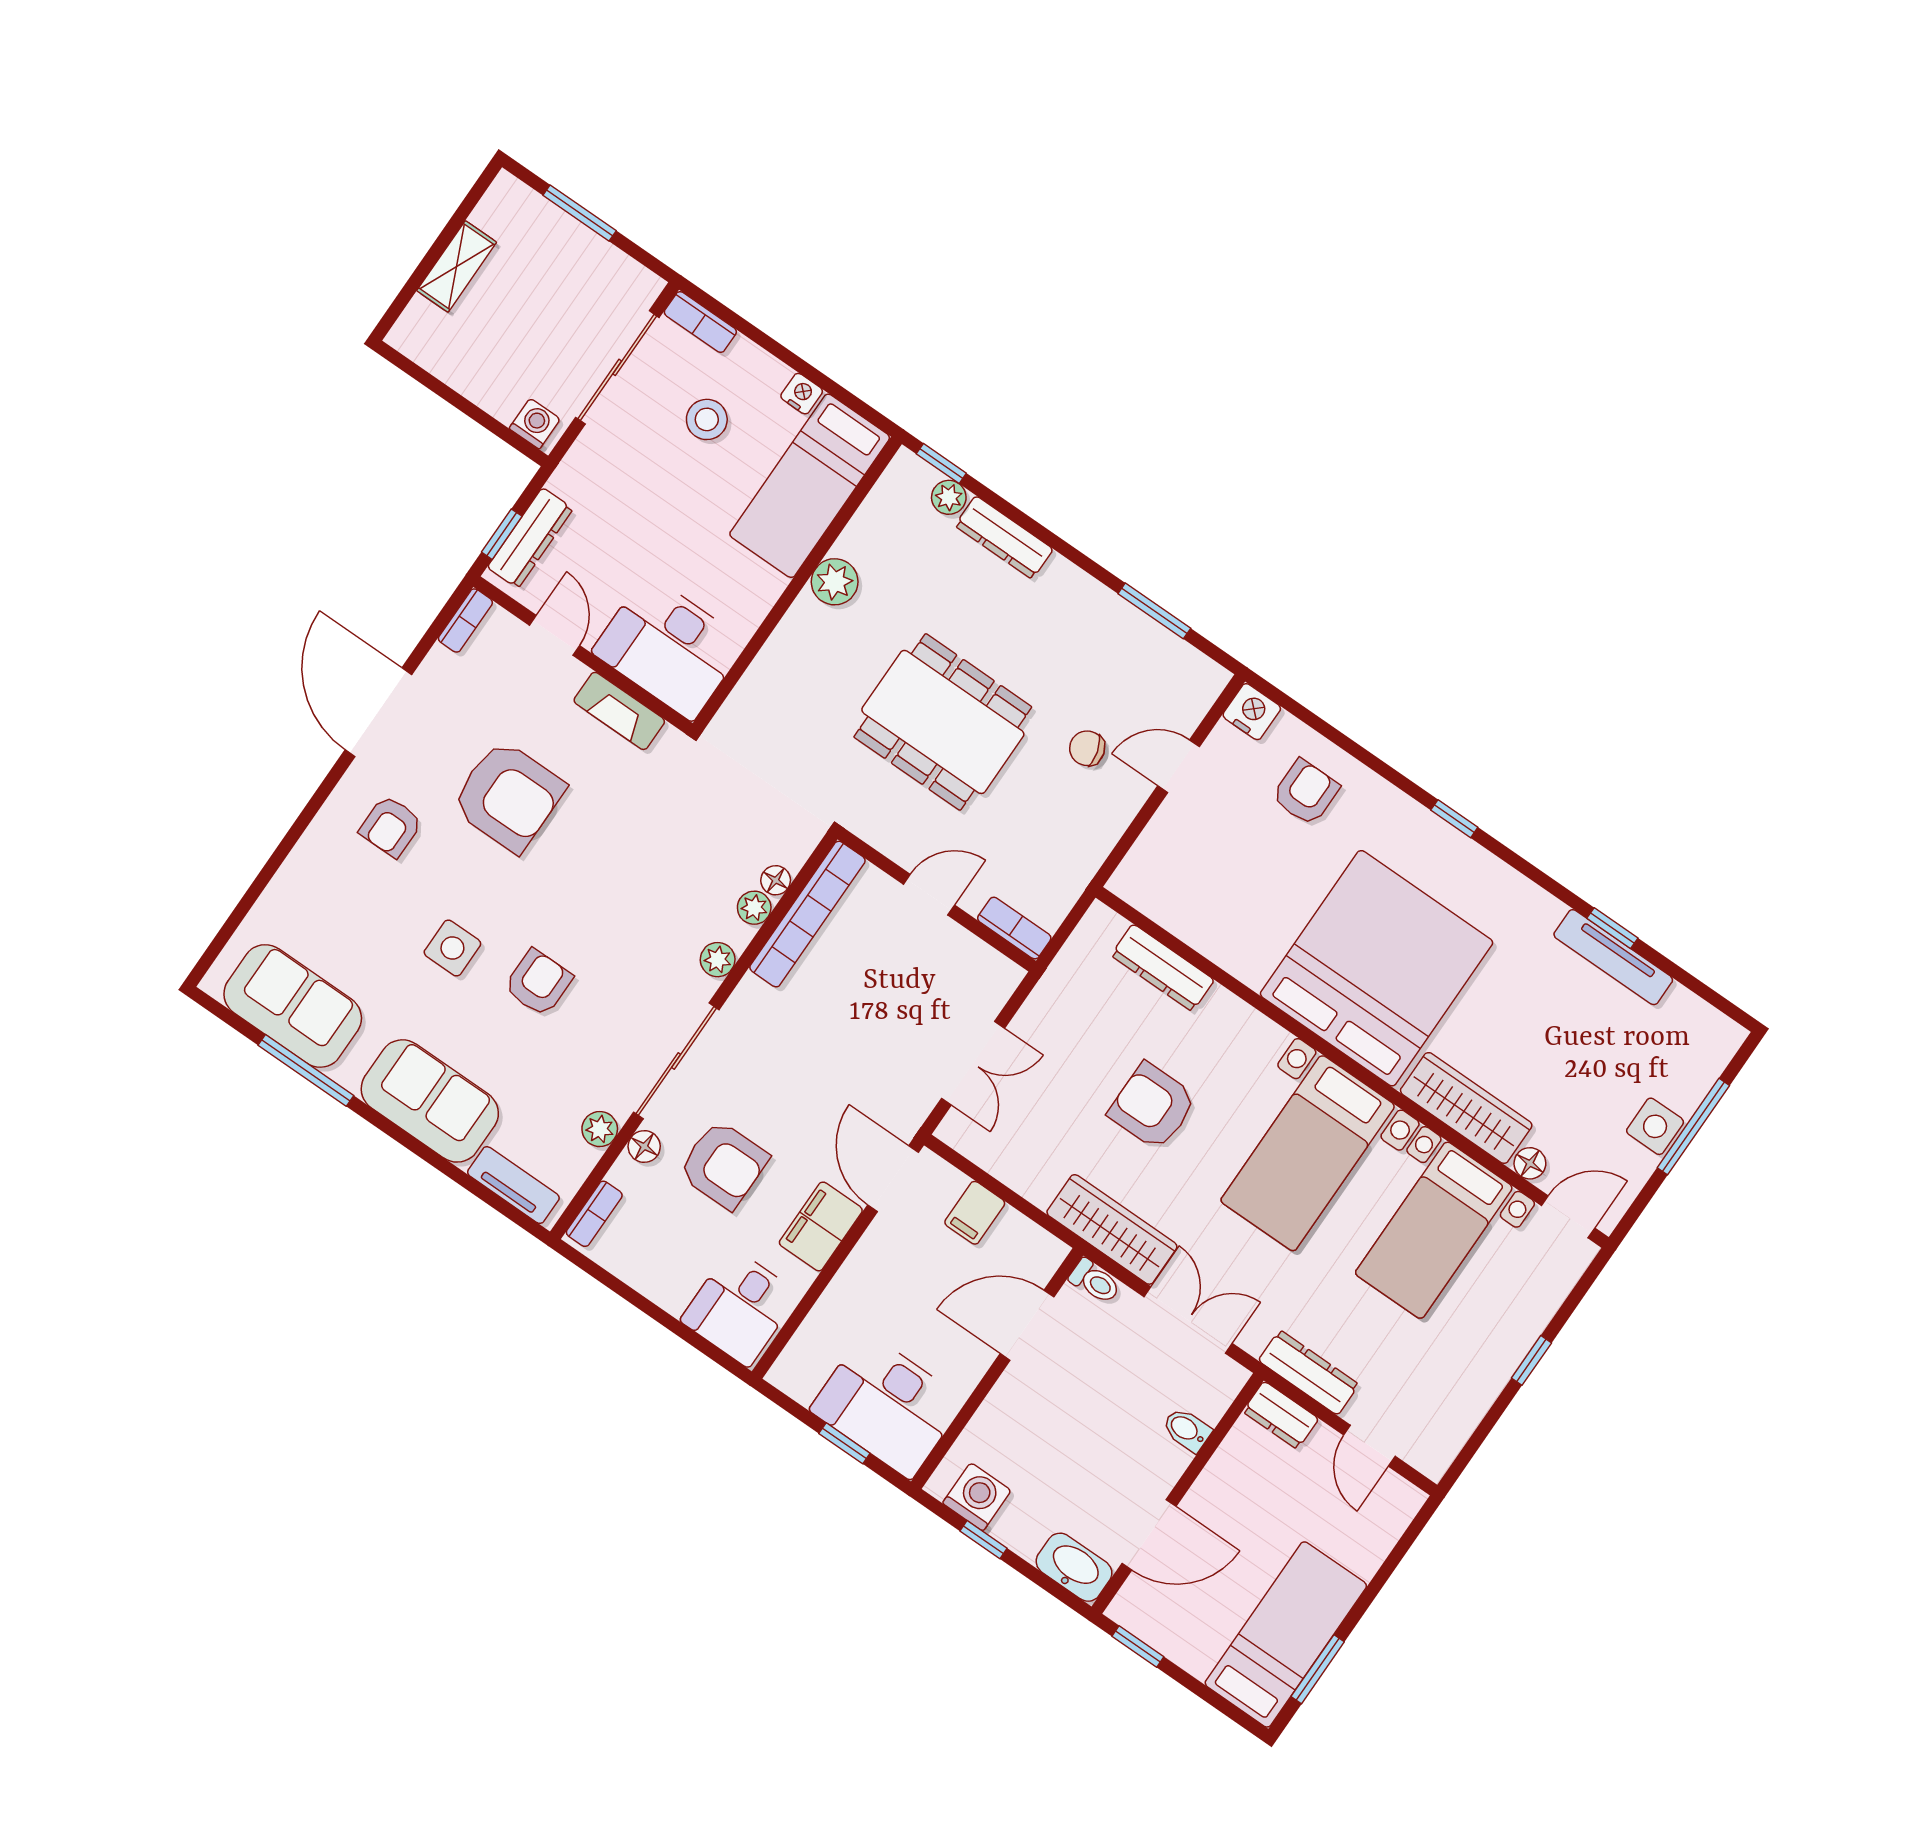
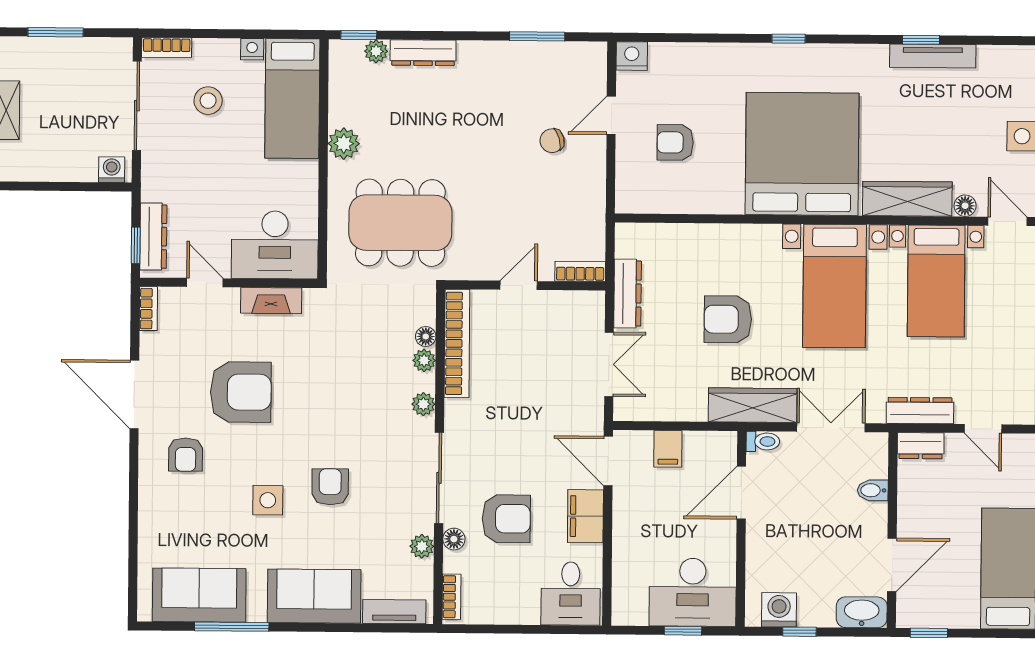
dining table: (943, 722) -> (400, 223), moved
armchair: (1306, 792) -> (675, 142), moved, turned -90
dresser: (1163, 968) -> (628, 293), moved, turned -90
door: (1568, 1217) -> (1007, 221), hinge flipped

